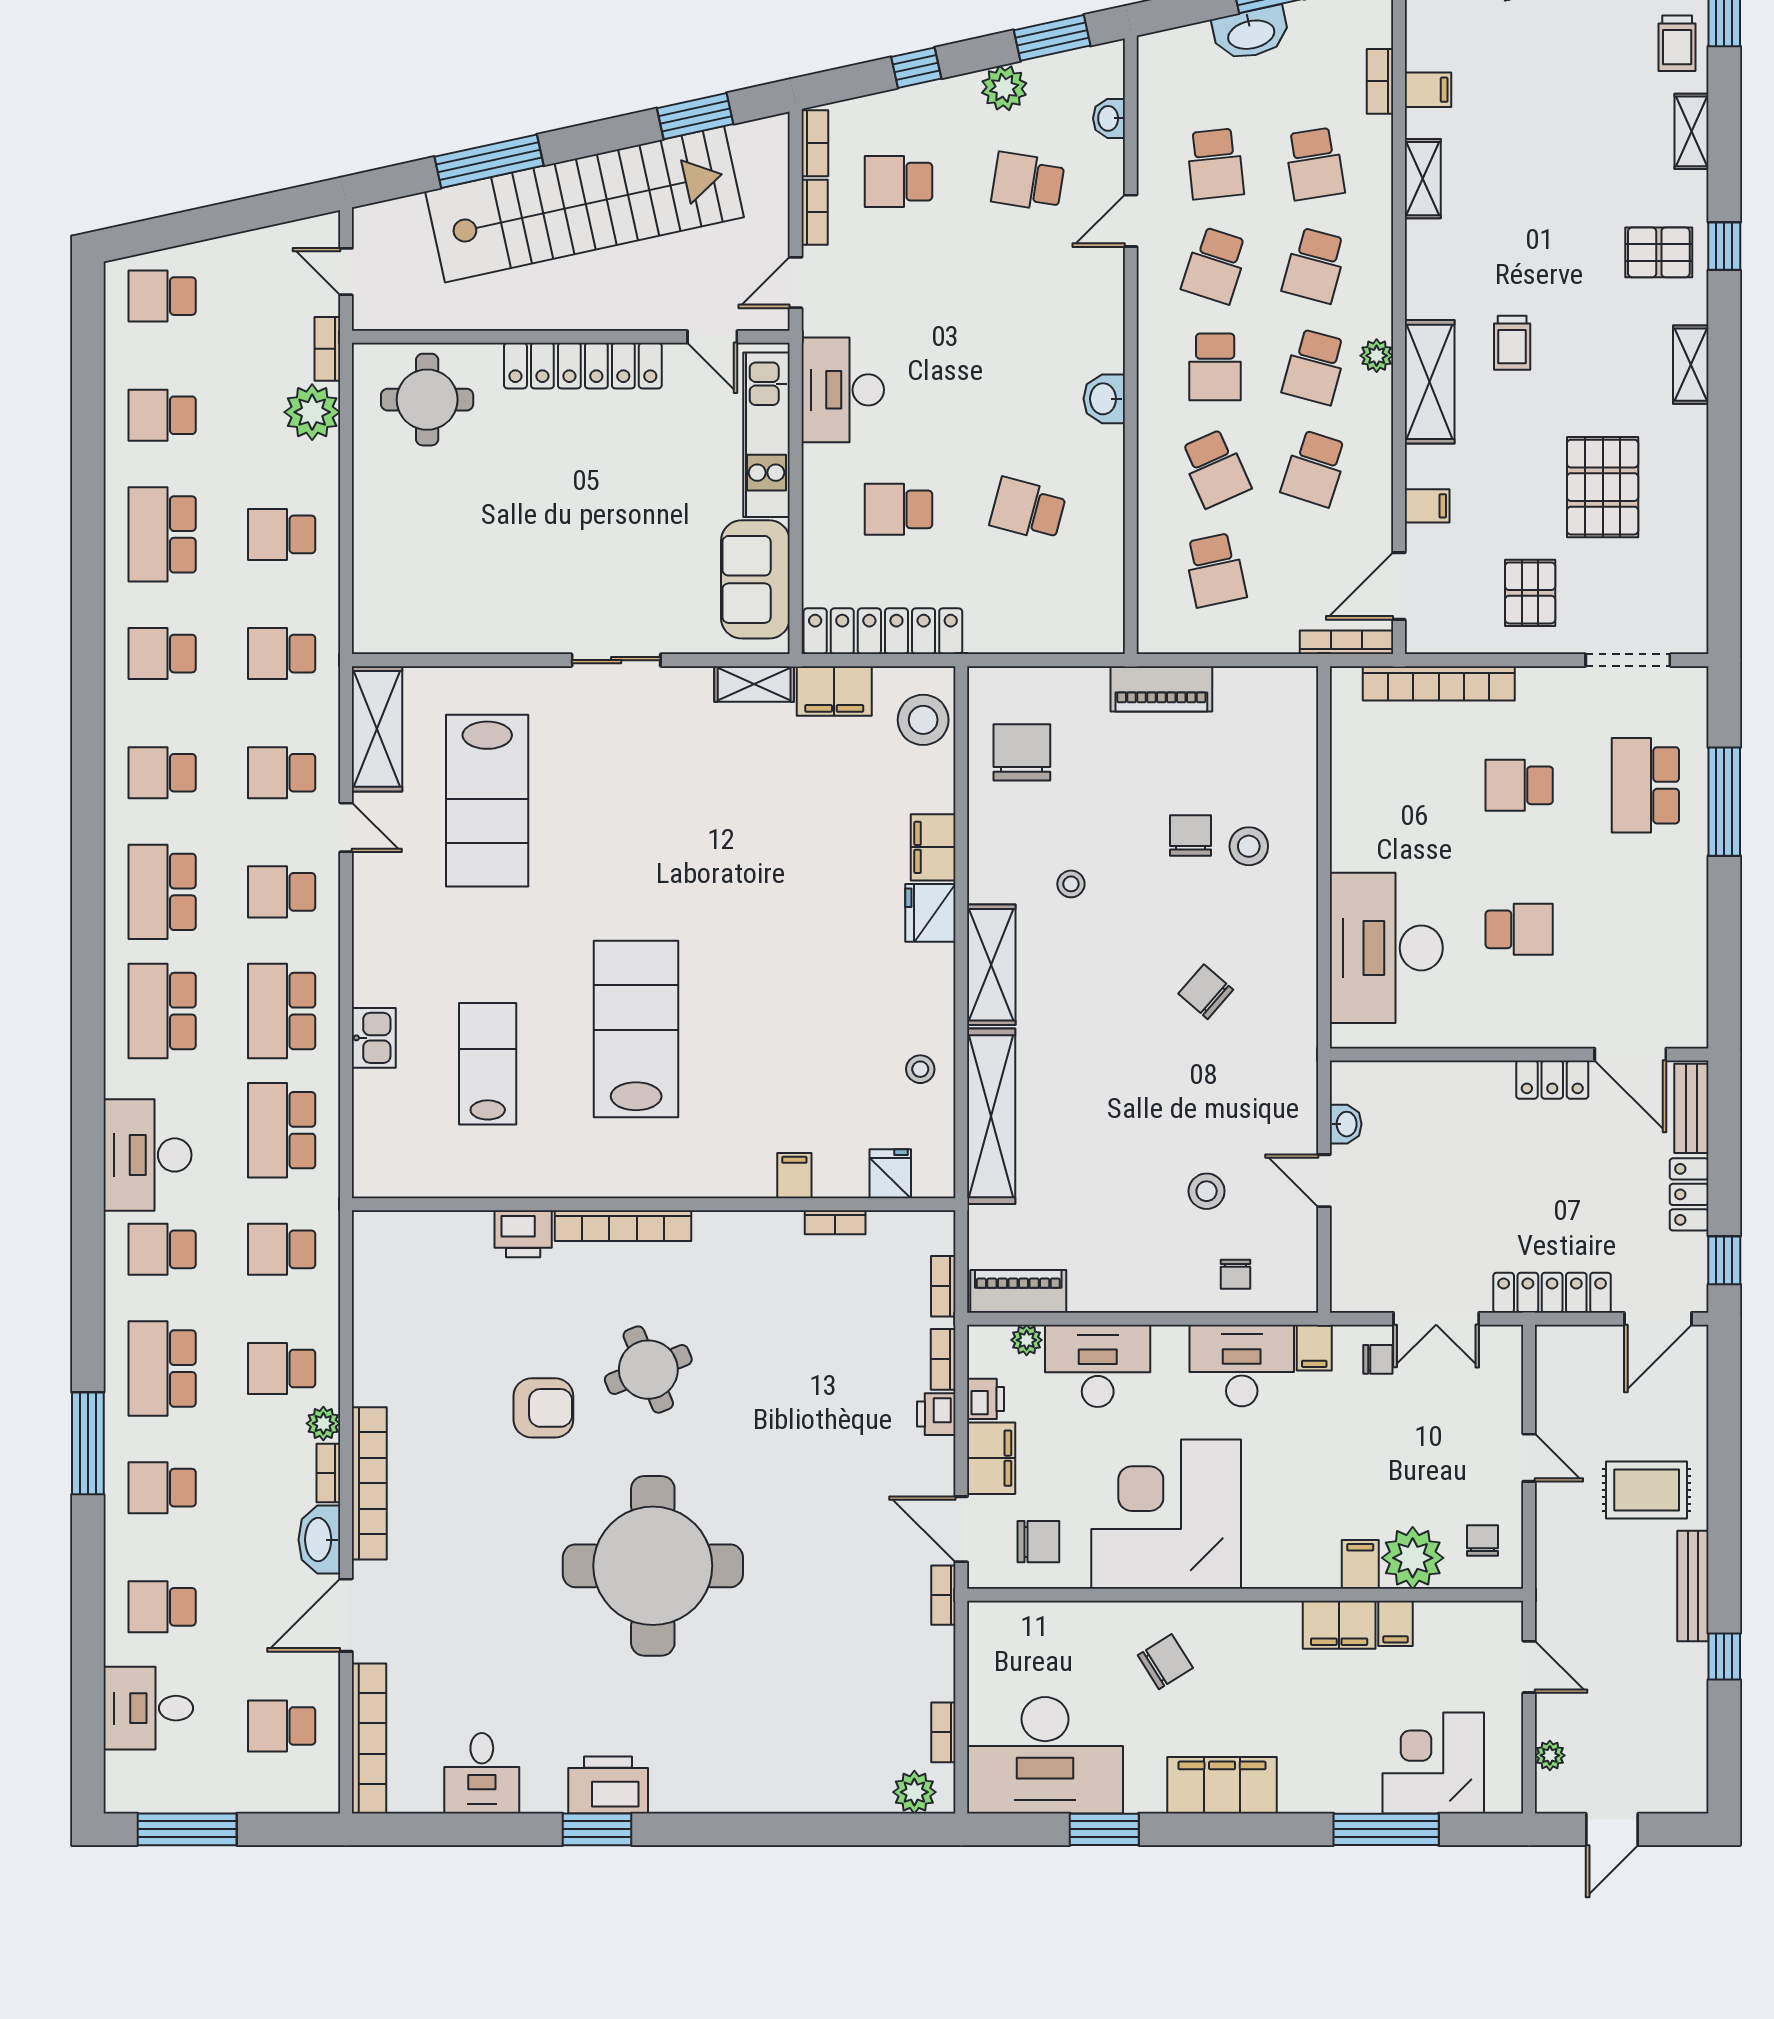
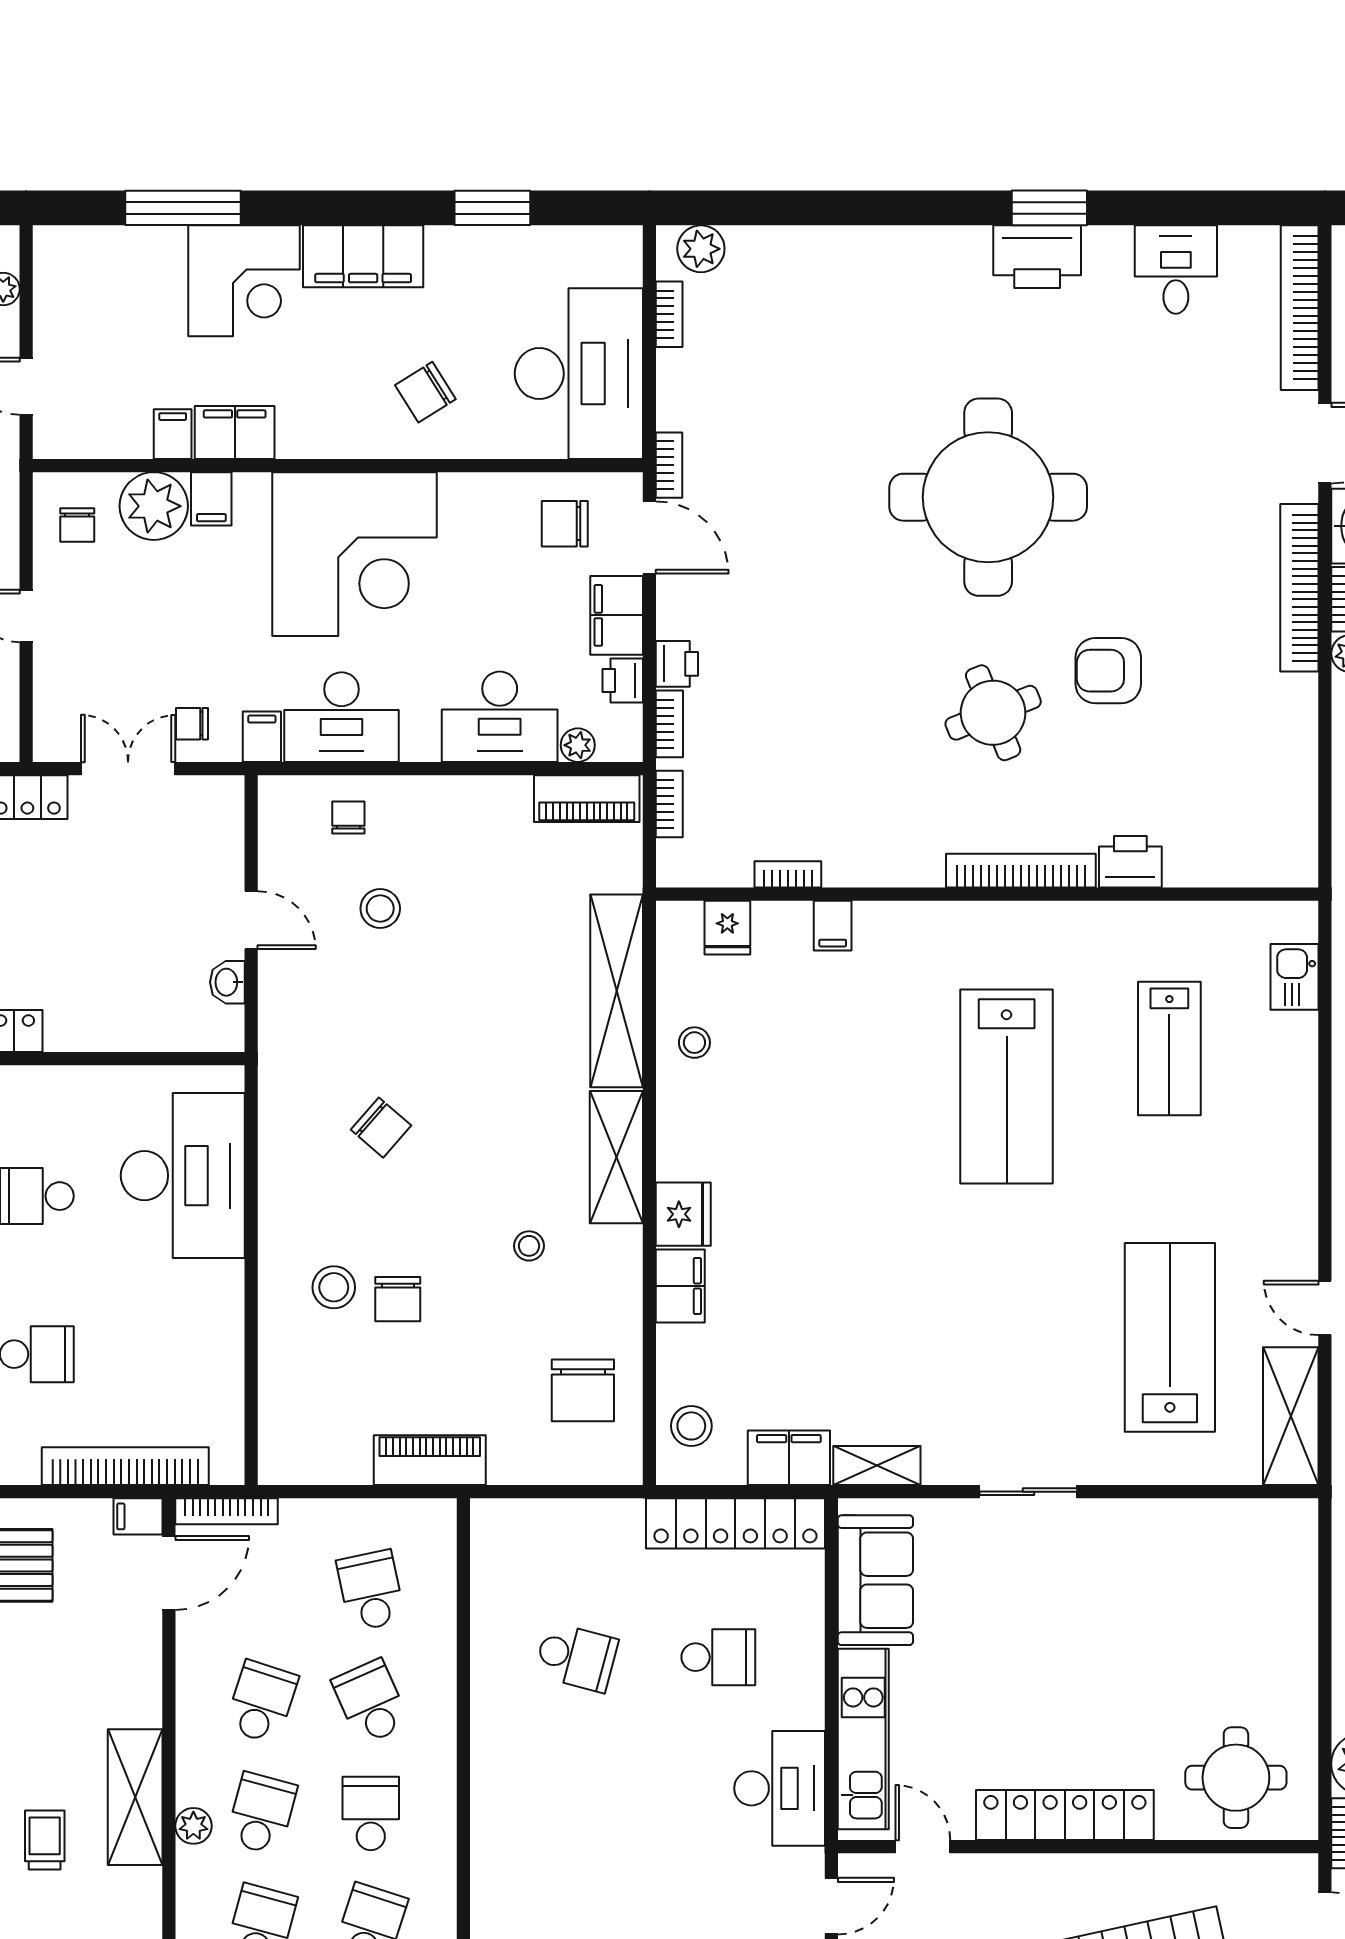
washbasin: (1104, 399) -> (492, 1778), removed
filing cabinet: (1427, 506) -> (138, 1516), moved
stool: (923, 720) -> (691, 1426), width x0.73, depth x0.73
kitchen sink: (374, 1038) -> (1294, 977), moved
corner desk: (1166, 1514) -> (355, 554), moved
desk: (1045, 1755) -> (579, 374), moved, turned 90
corner desk: (1433, 1763) -> (244, 281), moved

